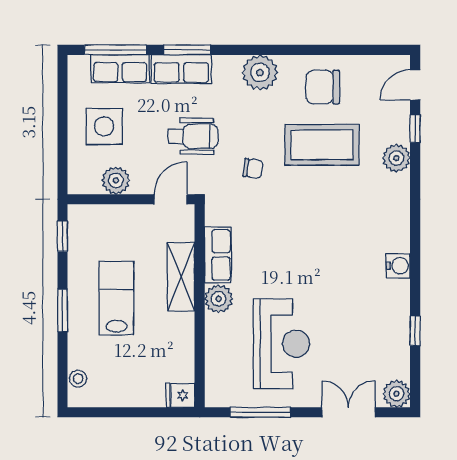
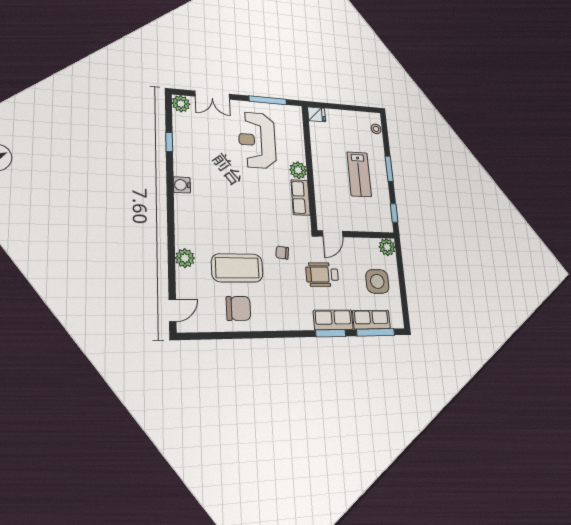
plant: (260, 73) -> (282, 318), removed
window: (415, 128) -> (172, 279), removed
plant: (116, 180) -> (387, 247), moved
shelving: (181, 277) -> (322, 185), removed

